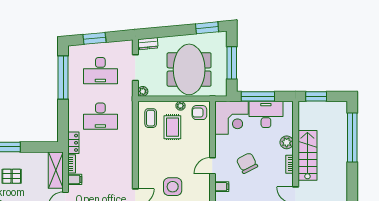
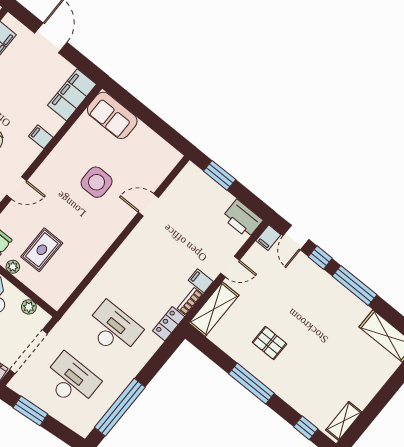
window: (95, 38) -> (30, 411), moved
doorway: (135, 68) -> (29, 352), width x1.36
plant: (143, 91) -> (29, 307), moved
coffee table: (151, 118) -> (58, 280), removed
door: (212, 166) -> (17, 188), moved

